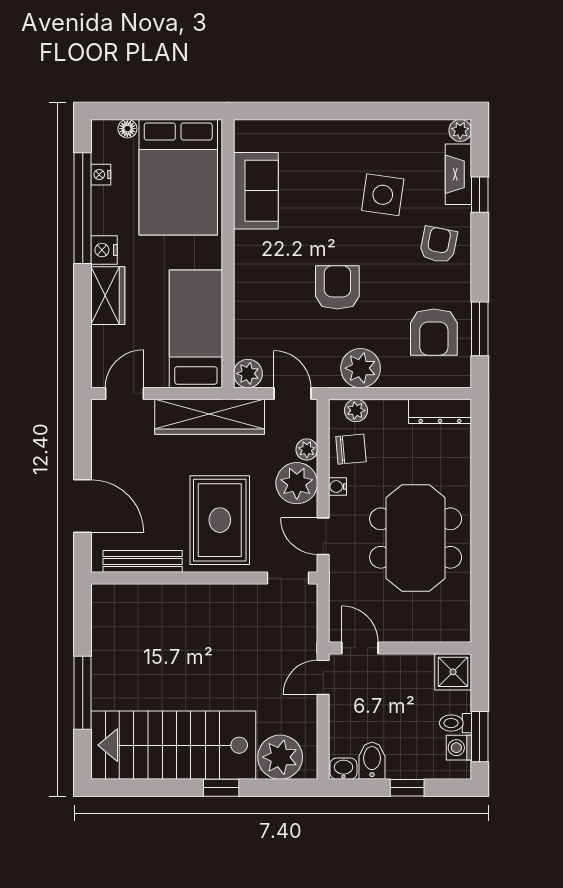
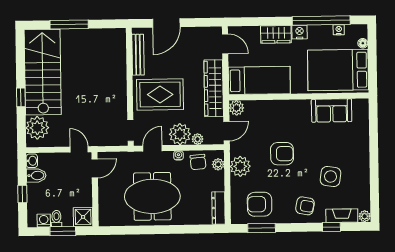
window: (480, 737) -> (63, 231), moved

